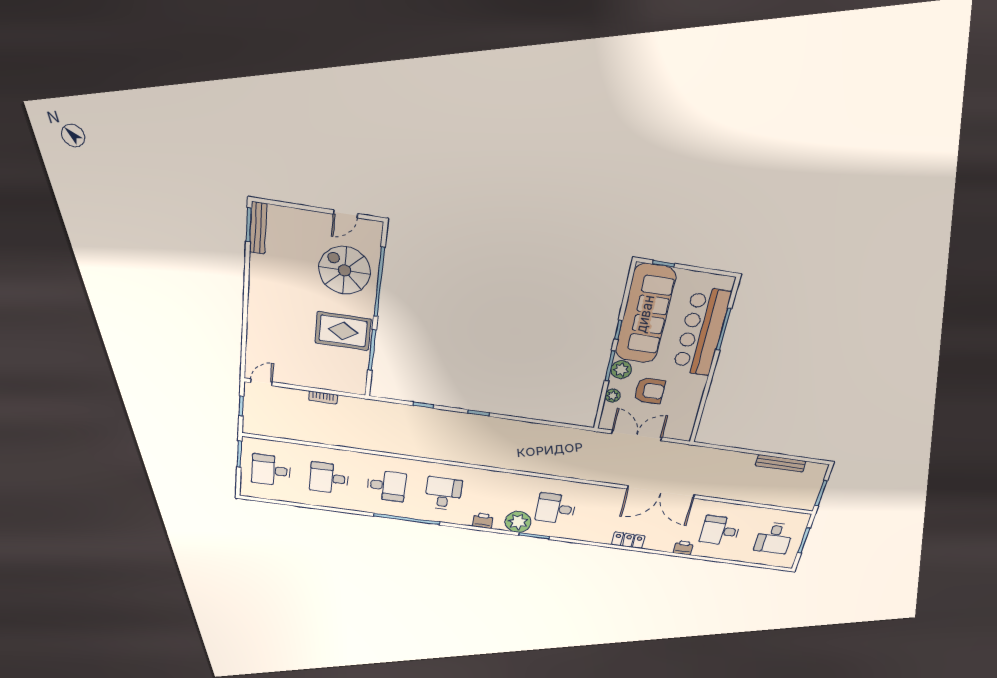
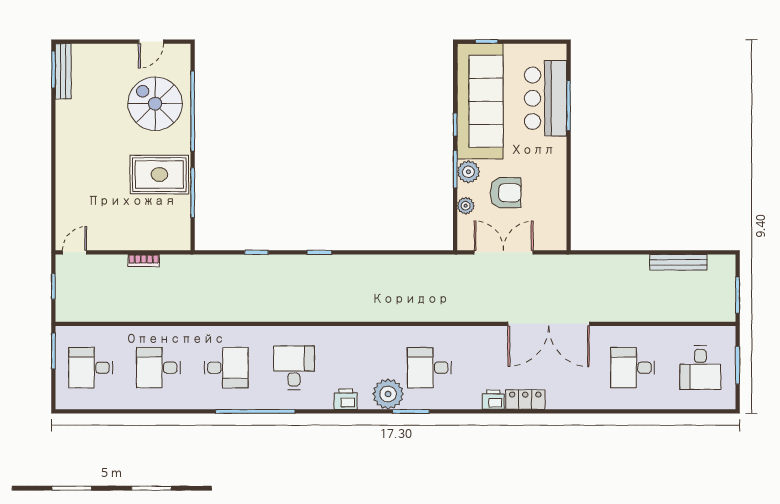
bar counter: (702, 332) -> (546, 98), width x0.73
printer: (683, 548) -> (493, 400), moved

